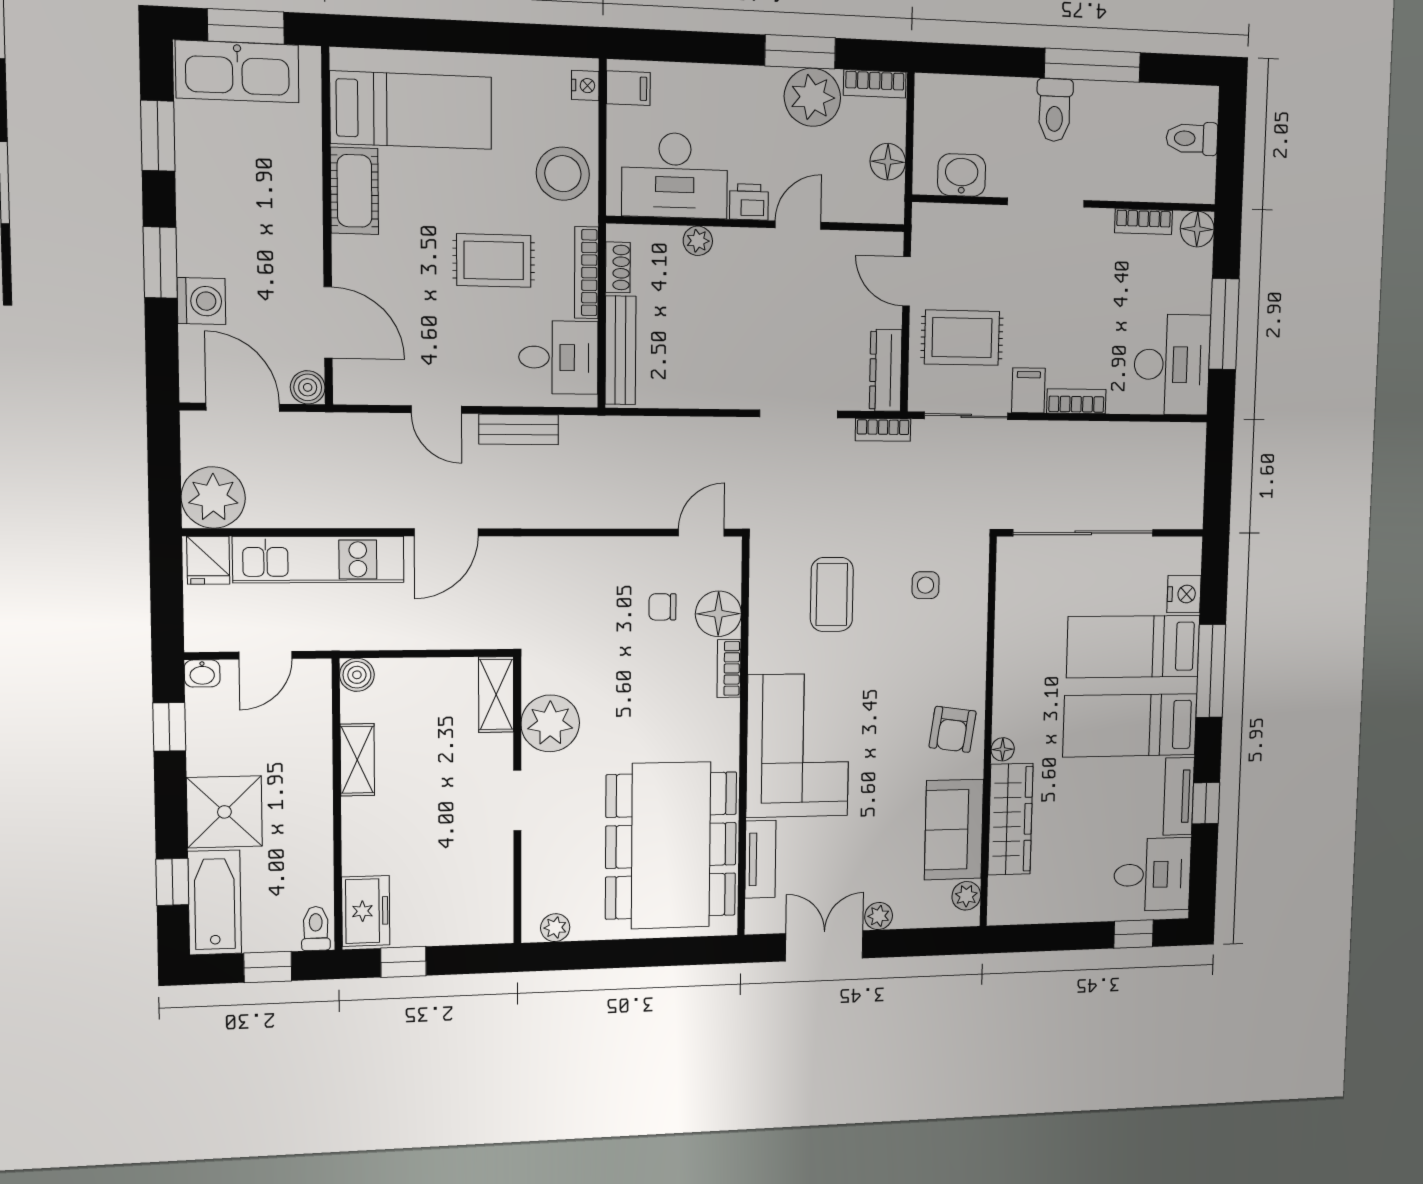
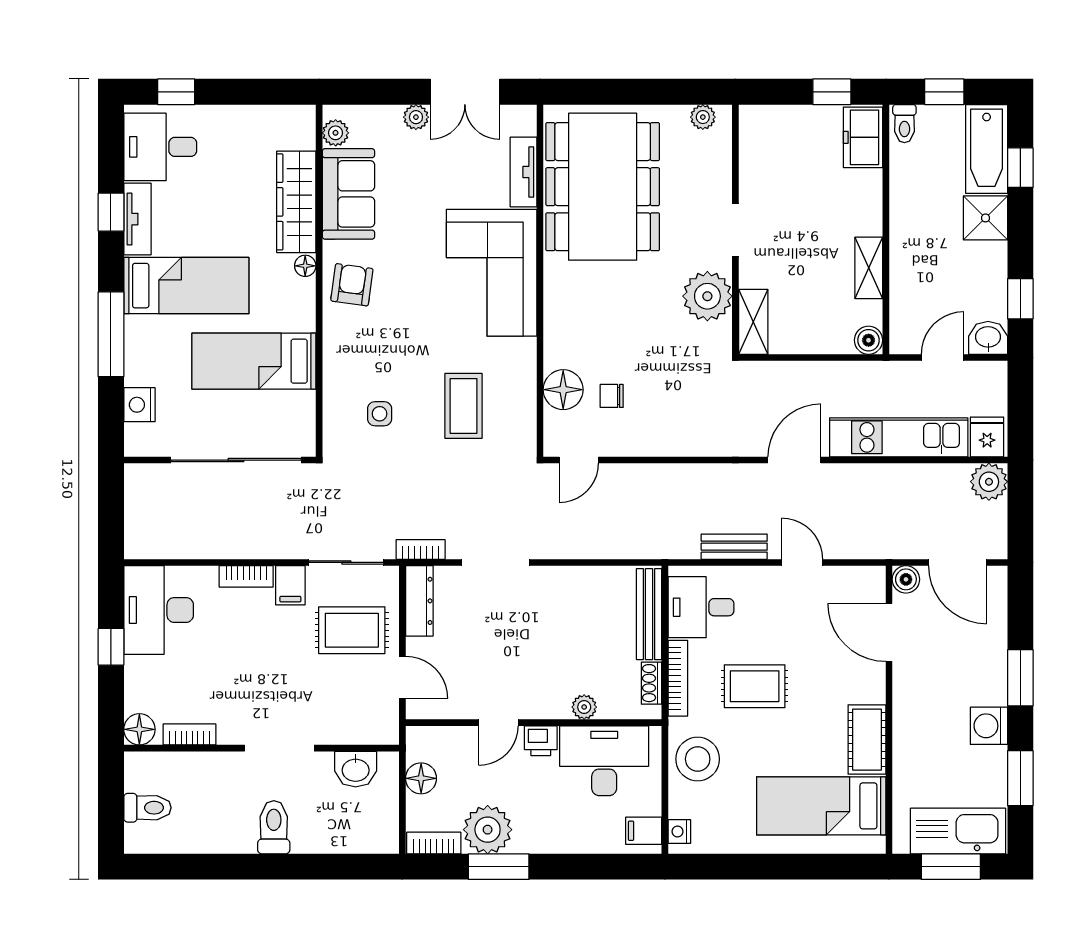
window: (1092, 65) -> (241, 867), removed
washing machine: (201, 301) -> (989, 726), moved
window: (1224, 324) -> (111, 647), width x0.46
plant: (213, 498) -> (989, 482), width x0.73, depth x0.73
chair: (663, 607) -> (612, 396), turned 180
bed: (1133, 647) -> (254, 361), moved, turned 180
bookcase: (729, 668) -> (553, 342), removed
washbasin: (202, 673) -> (988, 338), width x1.38, depth x1.45
shower: (224, 812) -> (985, 218), width x0.73, depth x0.73

